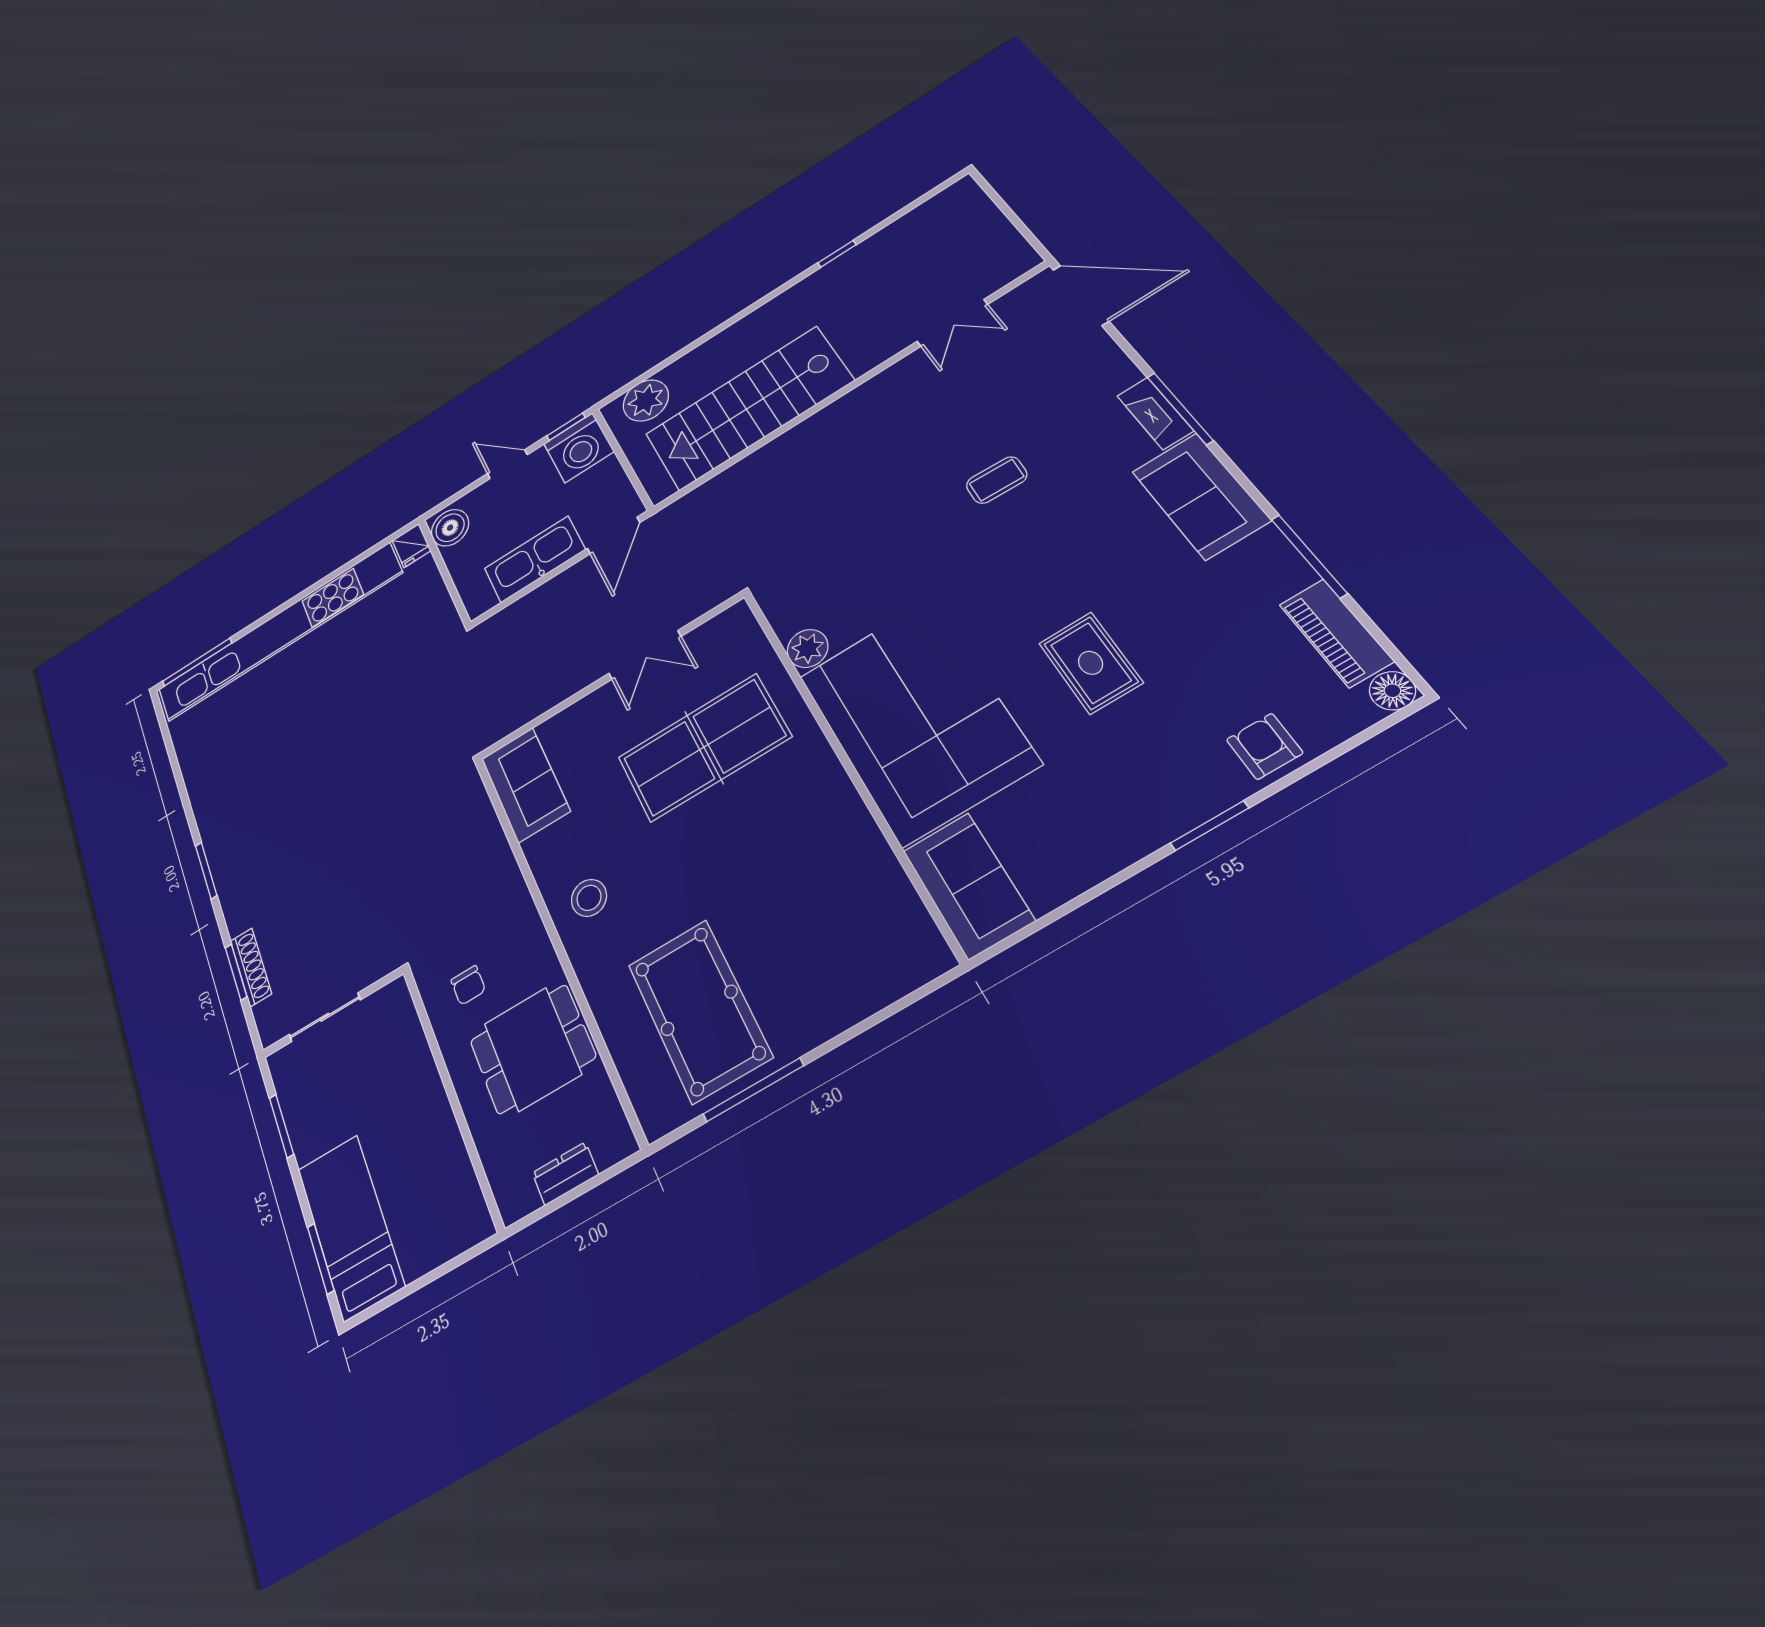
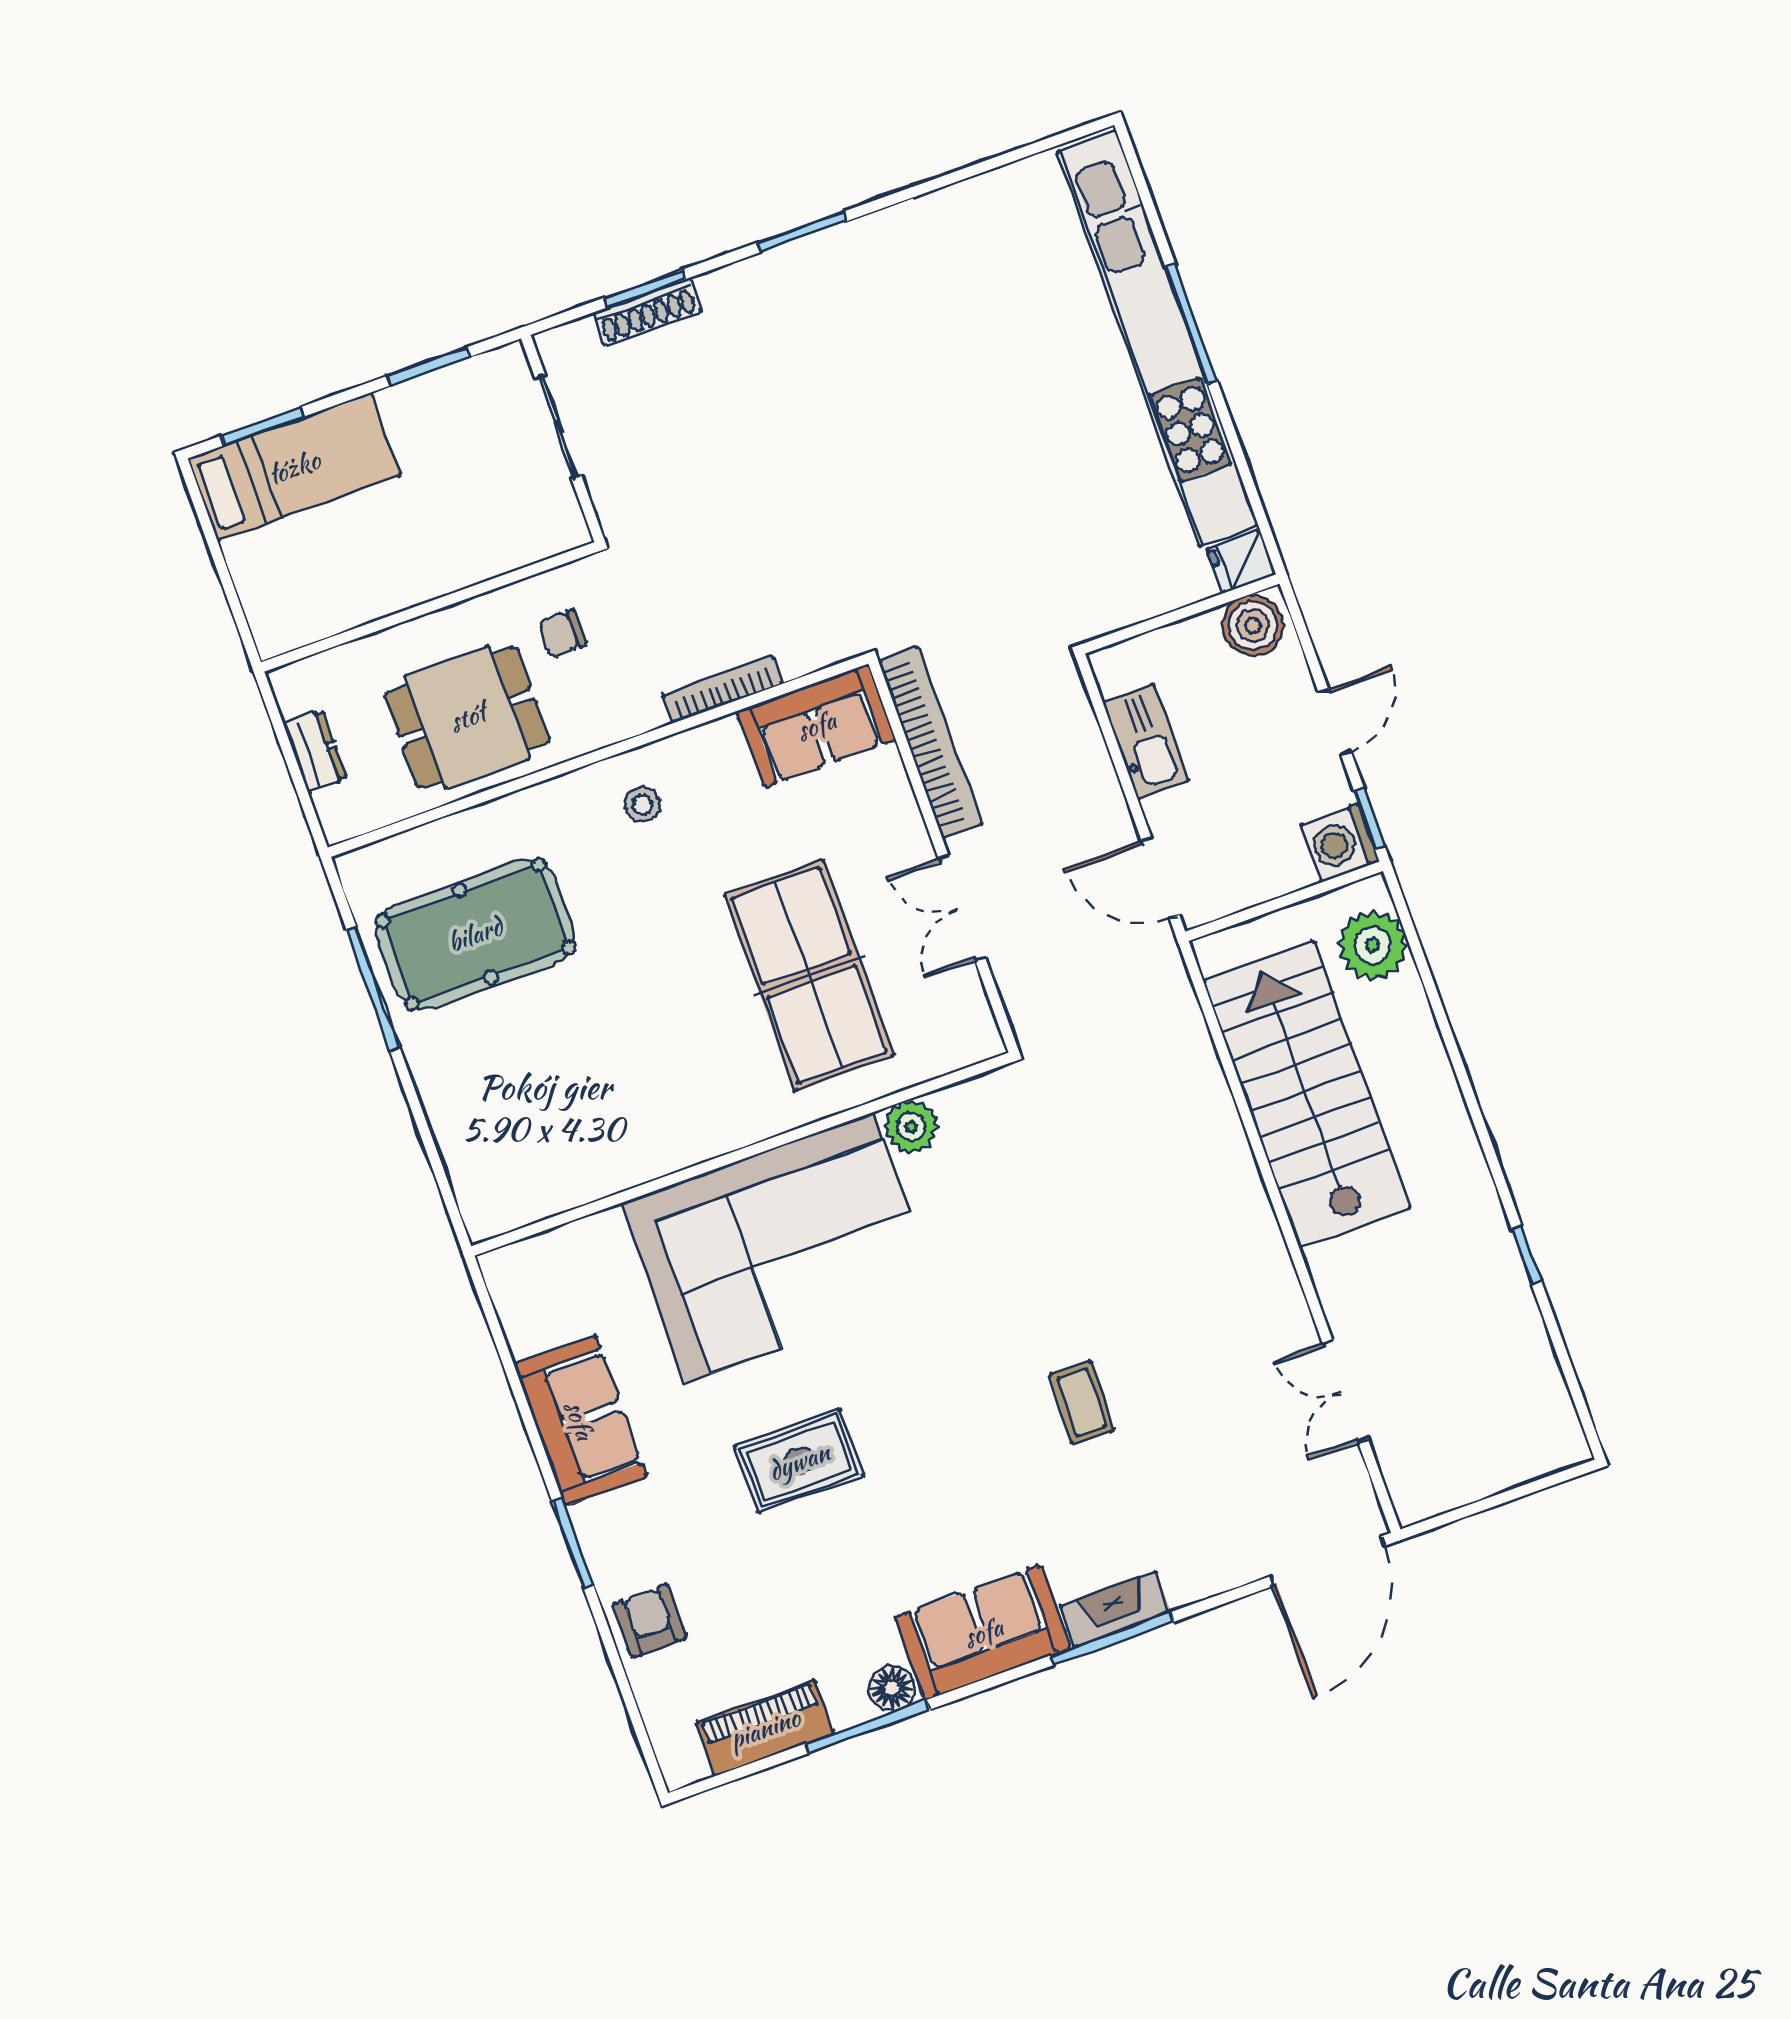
washing machine: (579, 448) -> (1340, 843), width x0.73, depth x0.73
kitchen sink: (535, 559) -> (1146, 741), width x0.73, depth x0.81
window: (197, 662) -> (1191, 324), moved
floor lamp: (1392, 691) -> (892, 1688), moved
bookcase: (533, 705) -> (930, 742), added
armchair: (1264, 746) -> (650, 1621), turned -90
bookcase: (504, 857) -> (722, 690), added
sofa: (968, 885) -> (580, 1420), moved, turned -90
stool: (589, 898) -> (642, 804), width x0.73, depth x0.73
dining table: (532, 1049) -> (467, 717), turned 90

